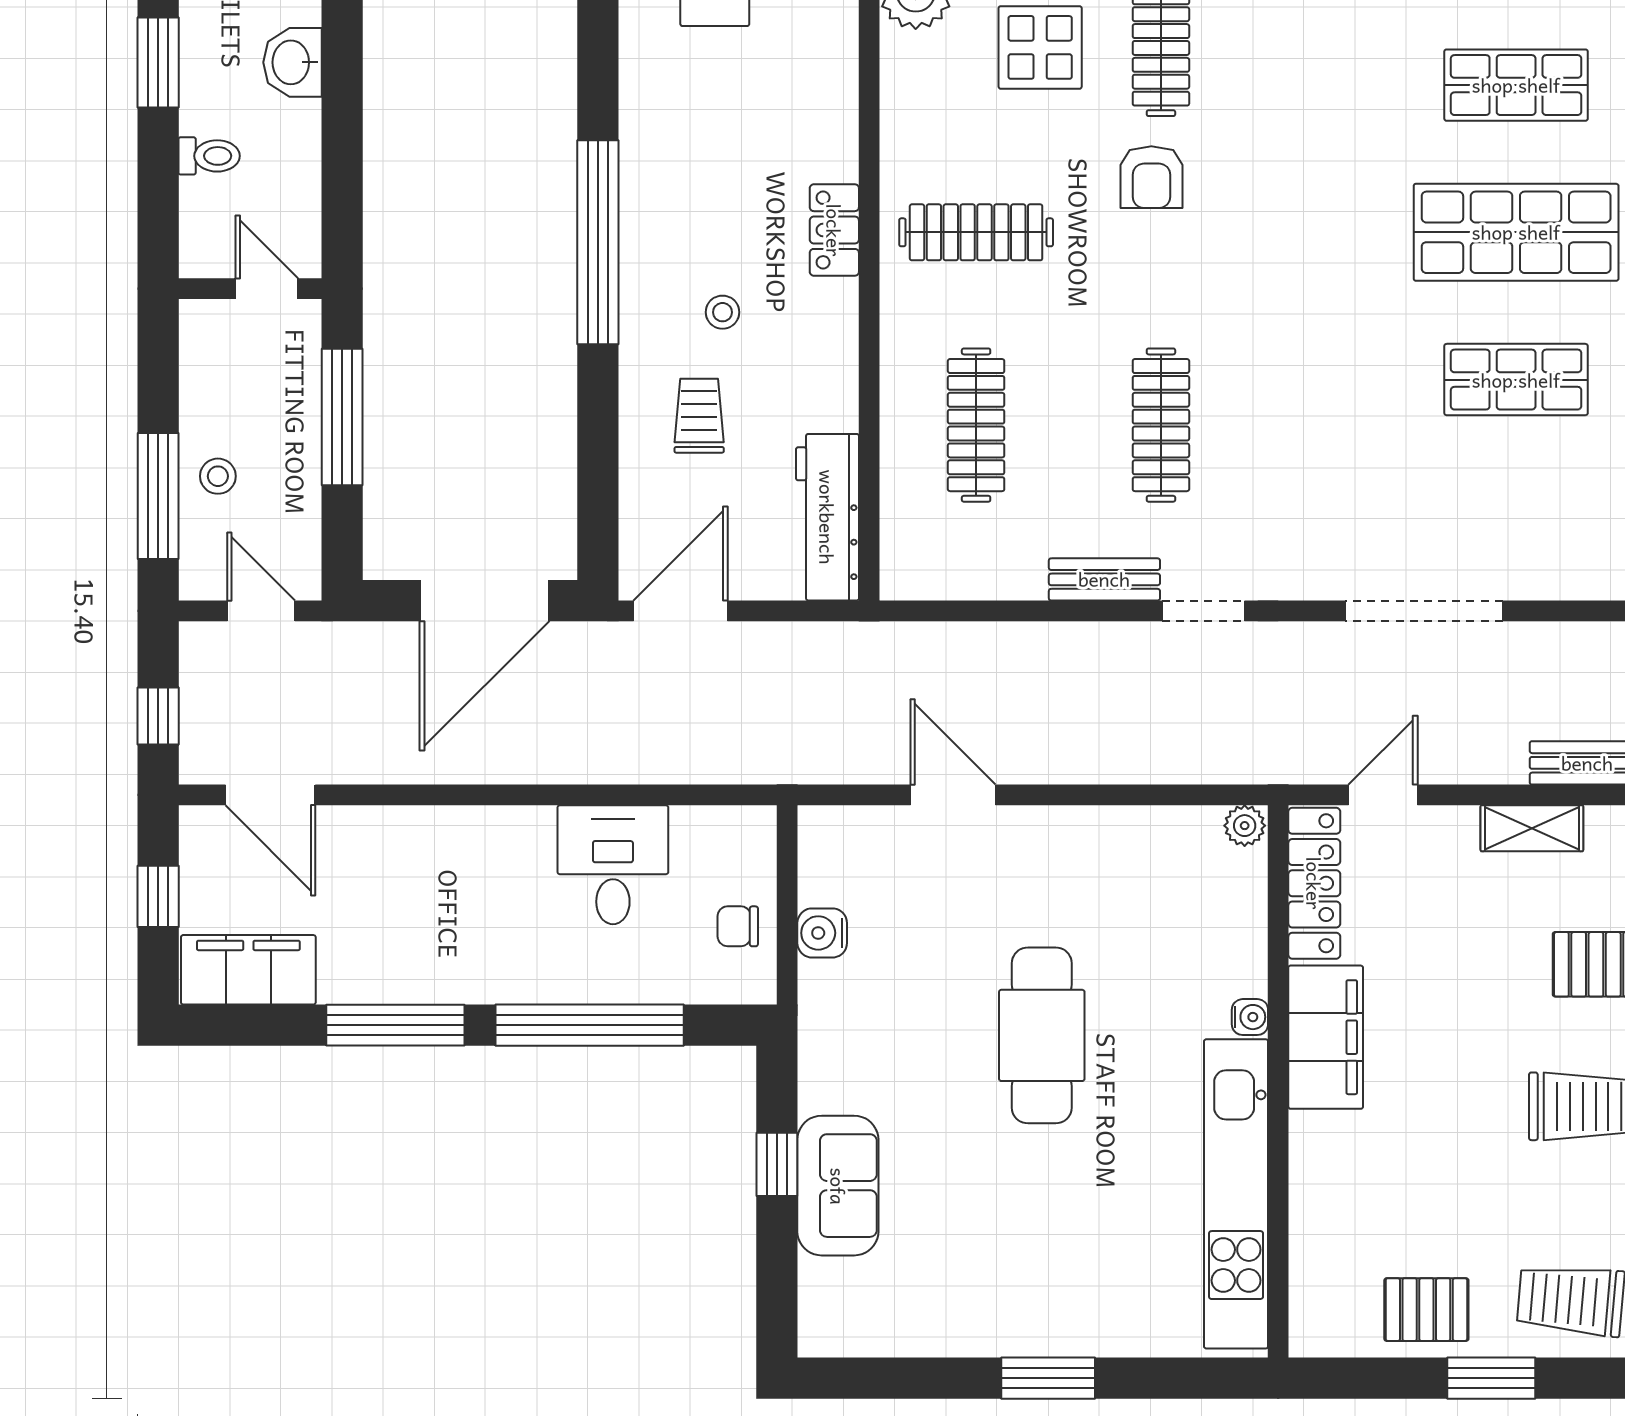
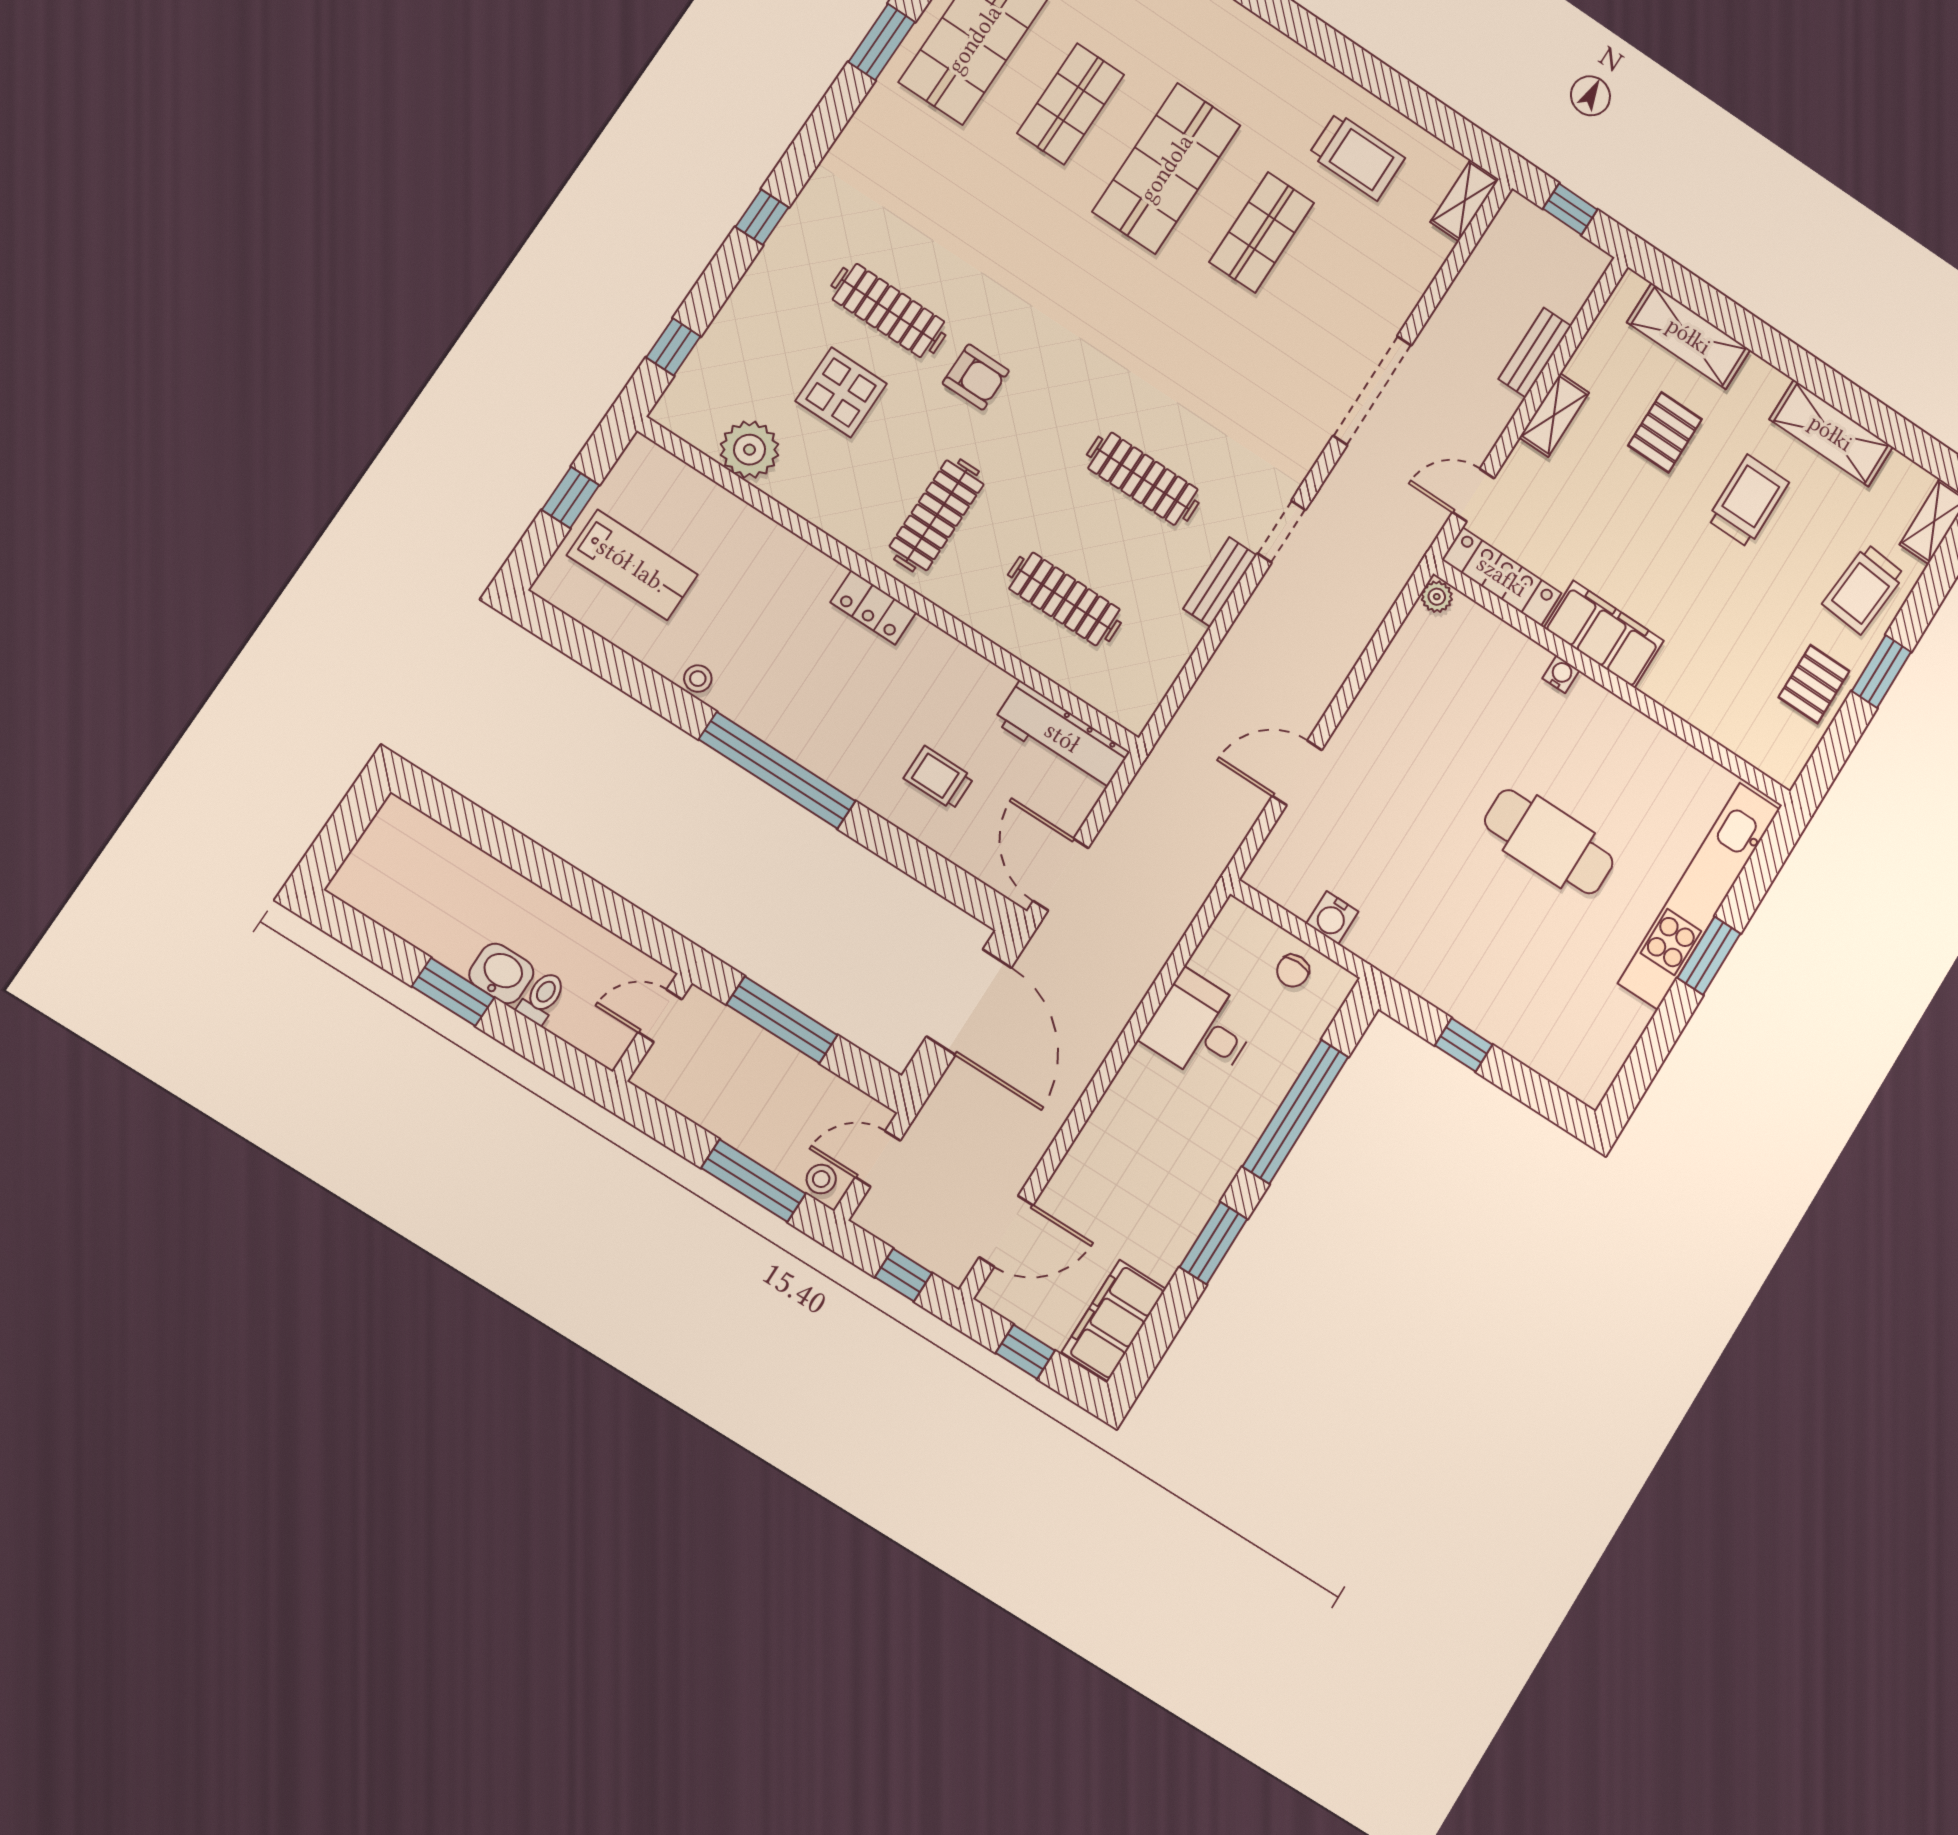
washbasin: (293, 62) -> (501, 973), moved, turned 180
stool: (723, 312) -> (698, 679), moved
stool: (218, 476) -> (821, 1179), moved
door: (1383, 795) -> (1473, 495), hinge flipped
window: (395, 1025) -> (1213, 1243), width x0.69
cafe table: (1042, 1035) -> (1549, 842), moved
sofa: (838, 1186) -> (1502, 1013), removed
kitchen unit: (1236, 1194) -> (1699, 896), moved, turned 90

